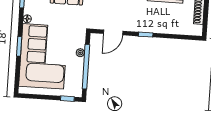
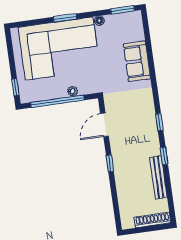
door: (113, 32) -> (104, 125), hinge flipped

